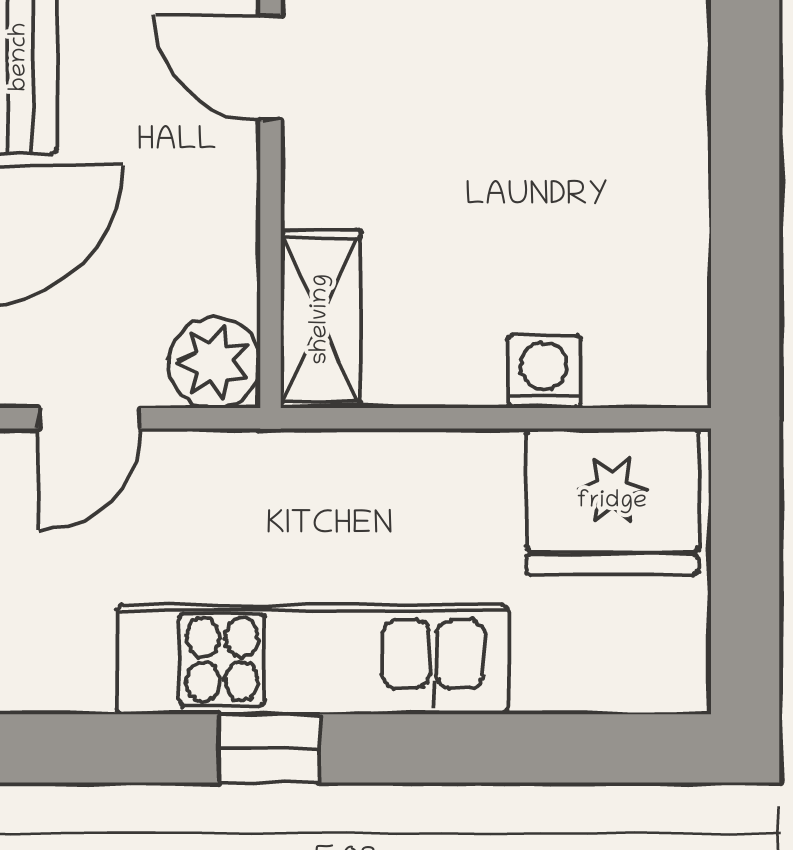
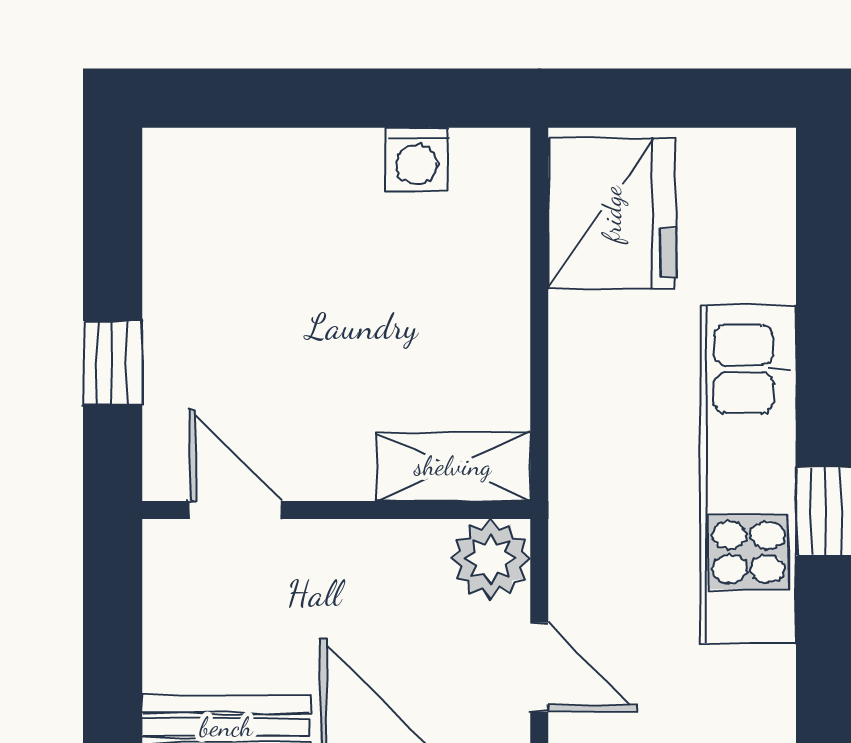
door: (270, 68) -> (235, 510), swing flipped
washing machine: (544, 371) -> (417, 159), moved, turned -90

